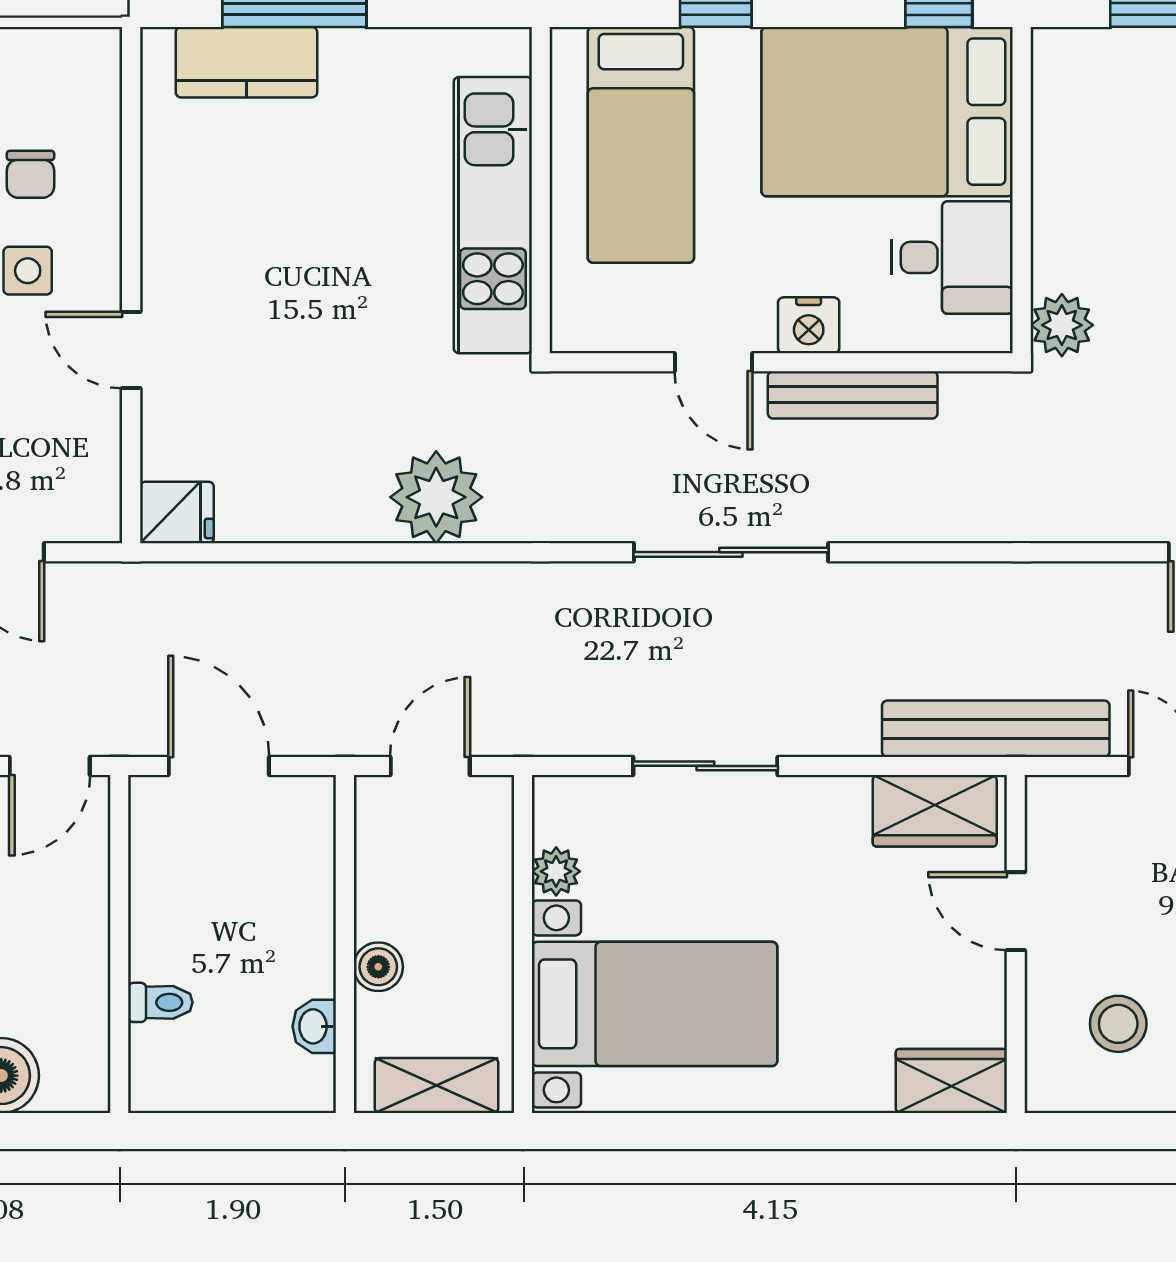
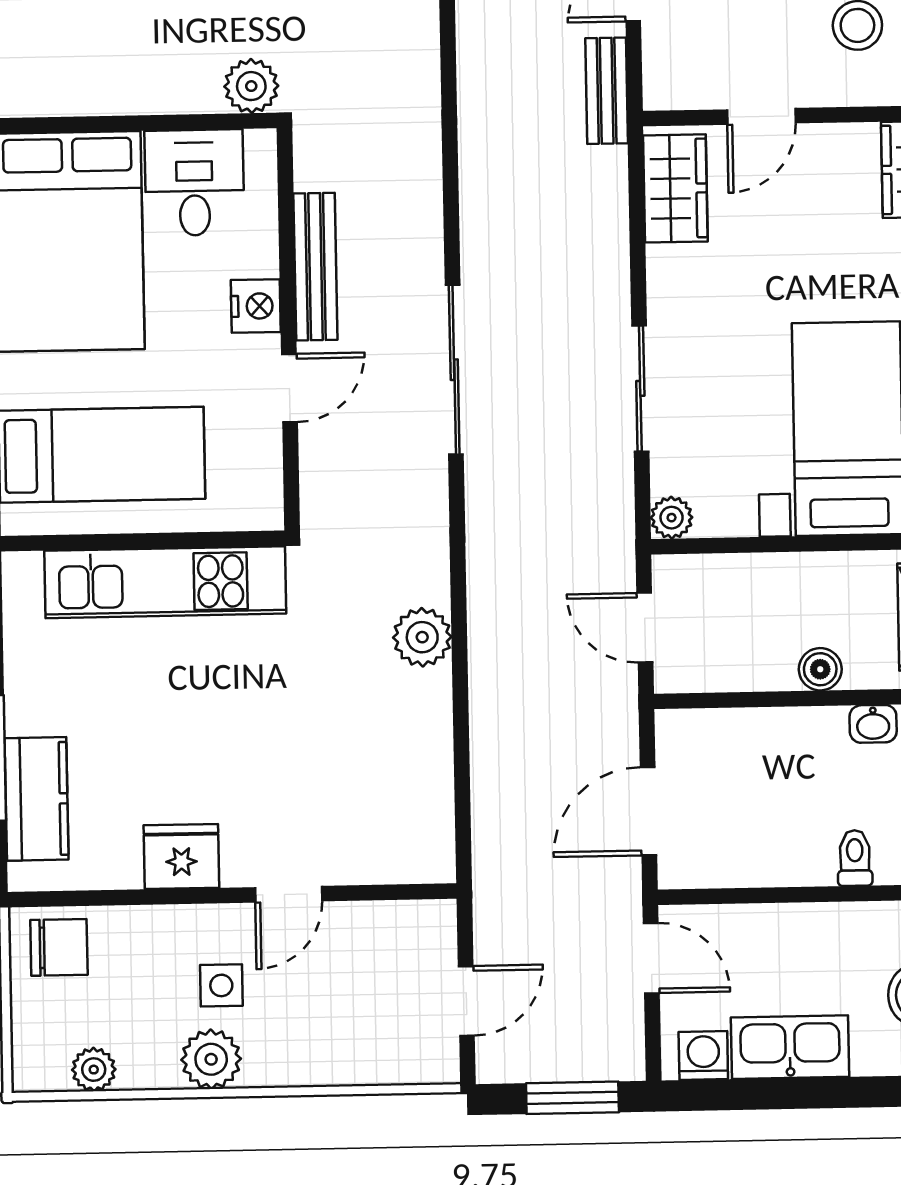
chair: (30, 174) -> (59, 947), moved, width x1.37, depth x1.37
plant: (436, 497) -> (422, 637), width x0.73, depth x0.73
fridge: (177, 512) -> (181, 857), moved, width x1.38
bench: (996, 729) -> (607, 91), width x0.54, depth x0.82
plant: (556, 871) -> (672, 518), moved

